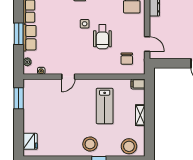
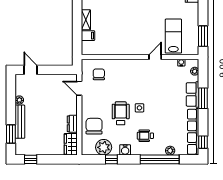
wheelchair: (102, 37) -> (121, 113), moved
filing cabinet: (138, 84) -> (88, 36), moved
lab bench: (105, 106) -> (173, 36), moved

